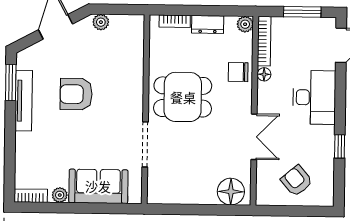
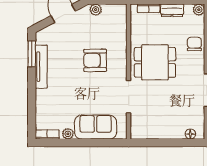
chair: (238, 72) -> (194, 44), turned 90
armchair: (76, 94) -> (95, 60), moved
floor lamp: (231, 192) -> (190, 134), width x0.53, depth x0.53

